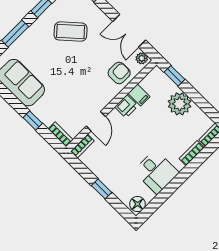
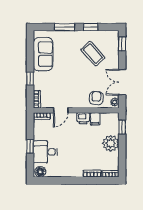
armchair: (119, 73) -> (96, 98), turned -85
desk: (156, 172) -> (45, 152), moved, turned 90

